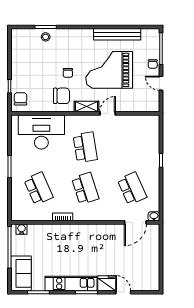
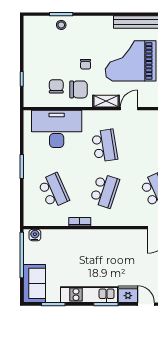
chair: (21, 99) -> (56, 86), moved
school desk: (85, 188) -> (105, 191), turned 36

